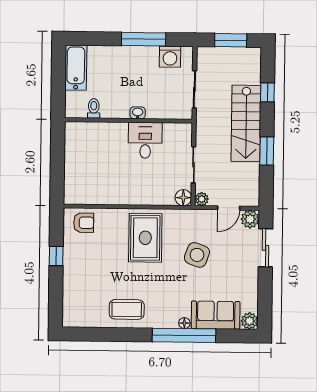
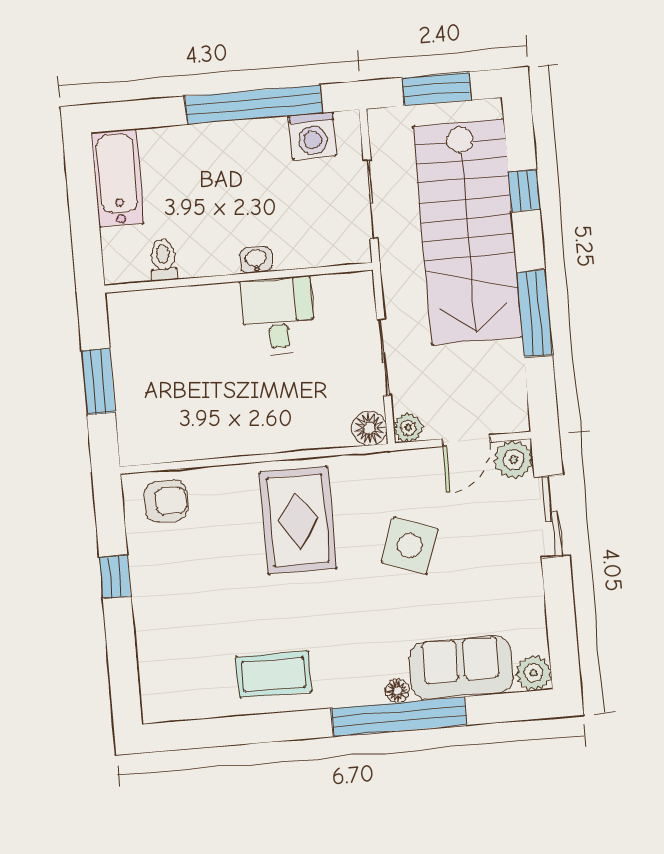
window: (144, 39) -> (254, 104), width x1.46
stairs: (246, 123) -> (468, 232), width x1.36, depth x1.51
window: (267, 151) -> (535, 313), width x1.44
window: (57, 163) -> (98, 381), added

